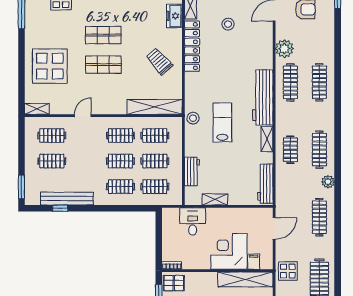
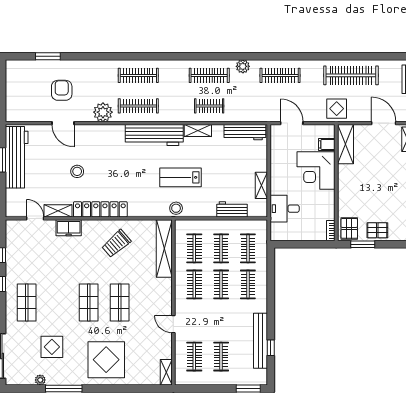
display table: (50, 66) -> (106, 360), moved
shelving: (245, 279) -> (345, 144), width x0.68

